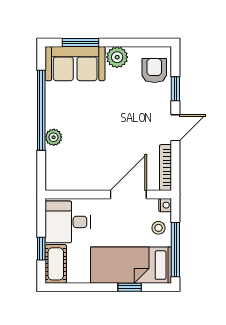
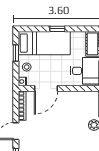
window: (175, 250) -> (16, 53), width x0.46
window: (130, 287) -> (57, 29), moved

